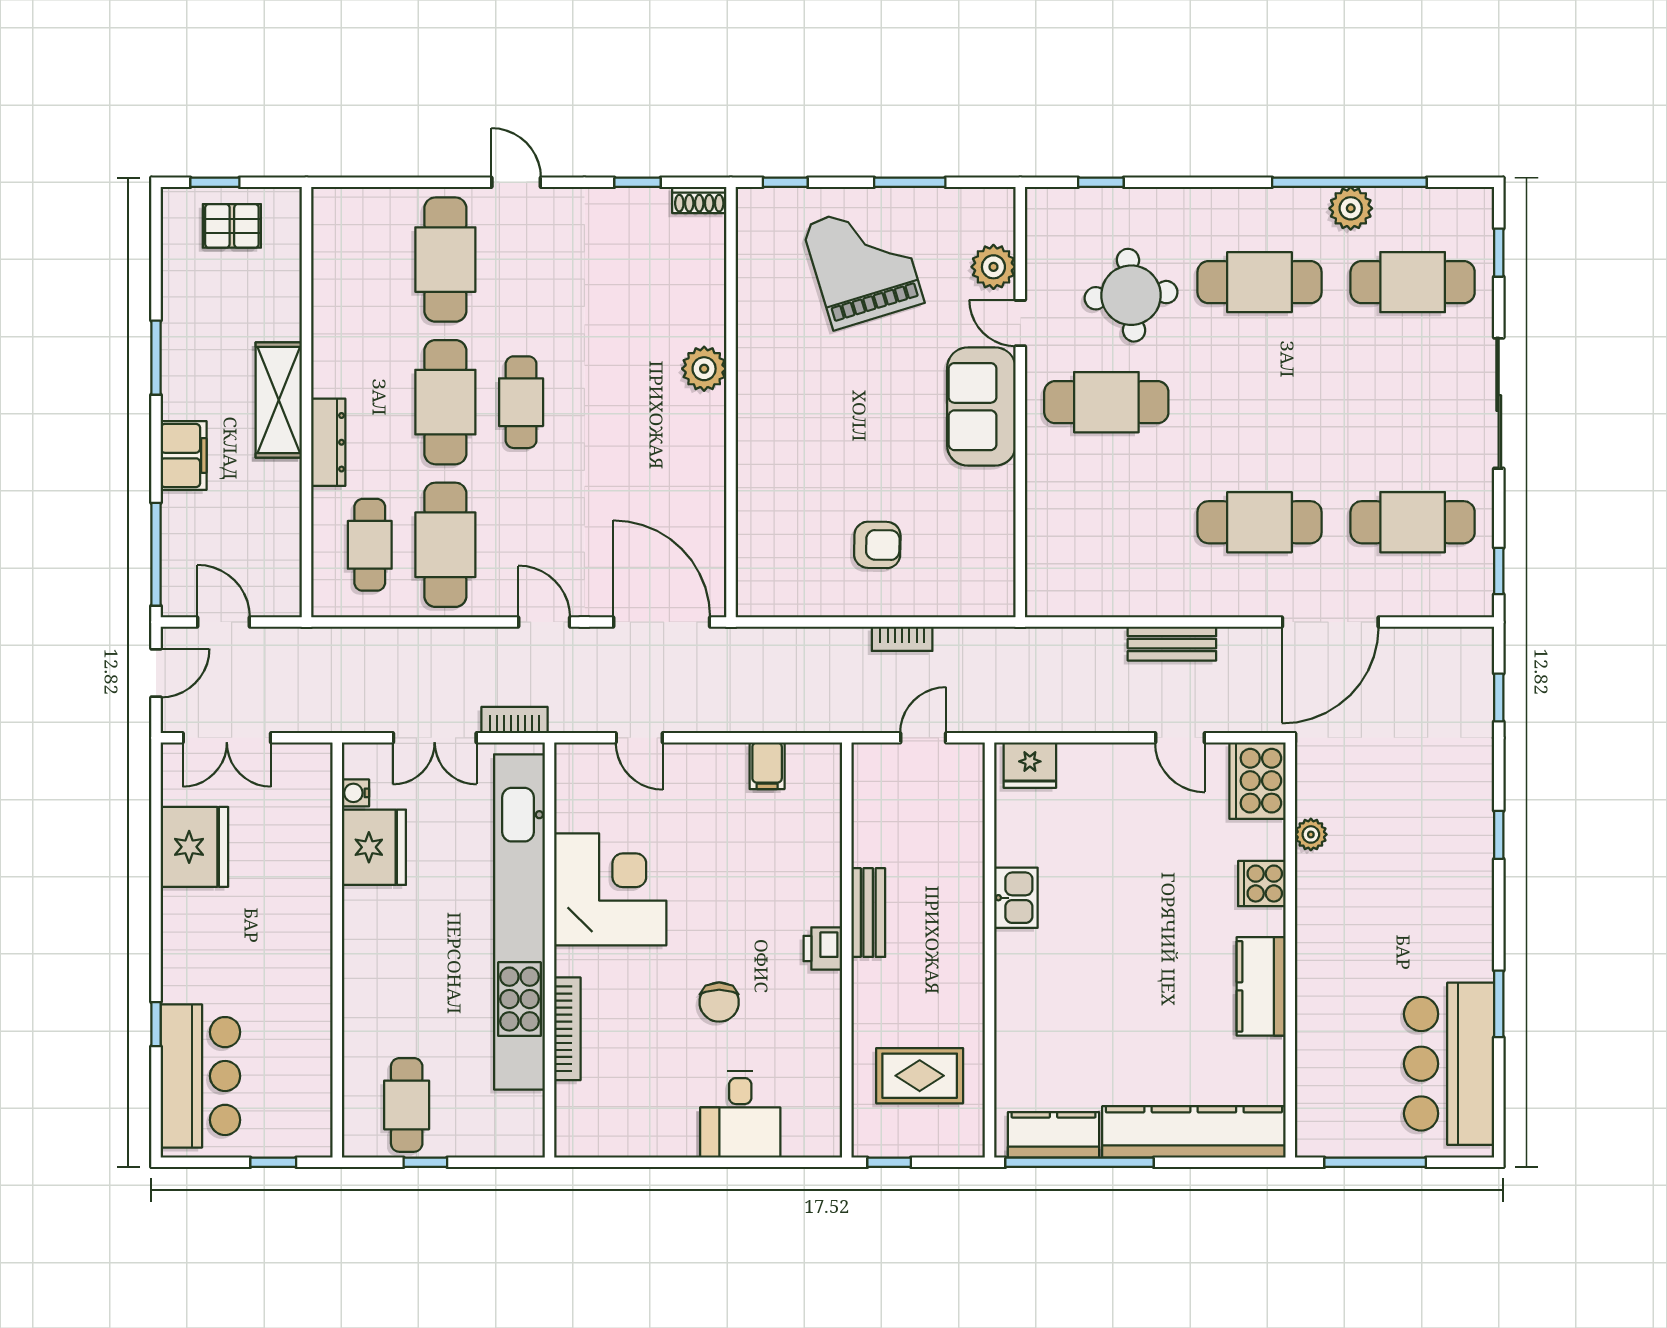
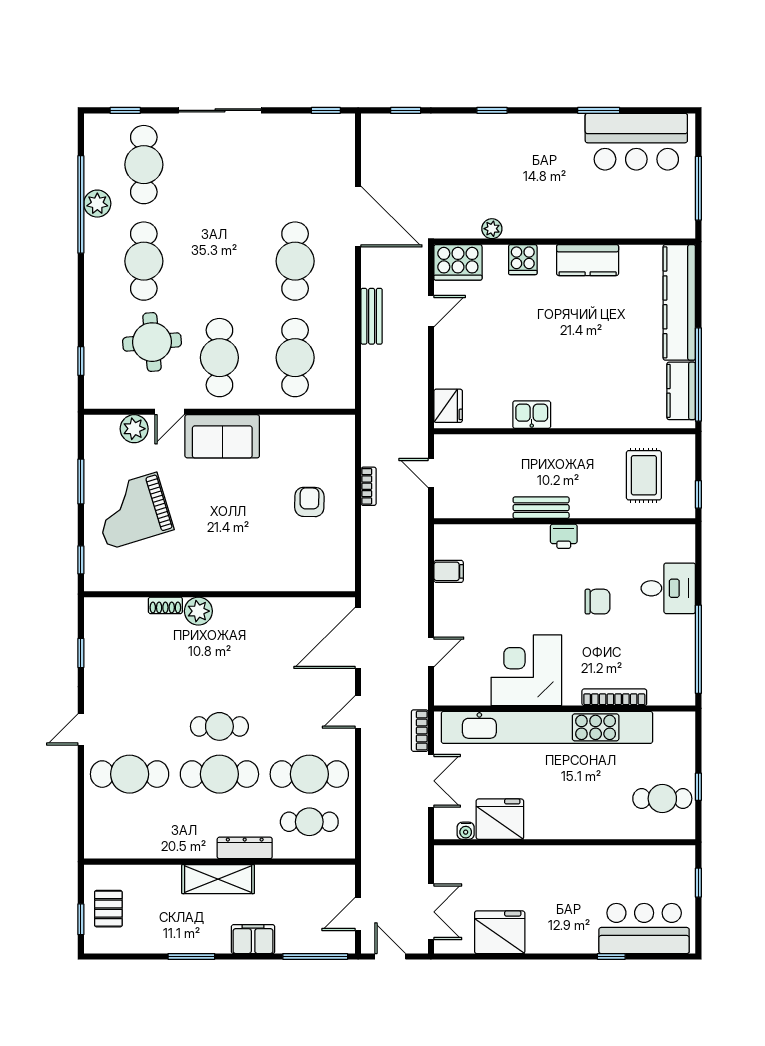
shoe rack: (699, 200) -> (165, 605), moved, turned 90
cafe table: (1413, 522) -> (295, 358), moved
window: (644, 1162) -> (698, 649), added

